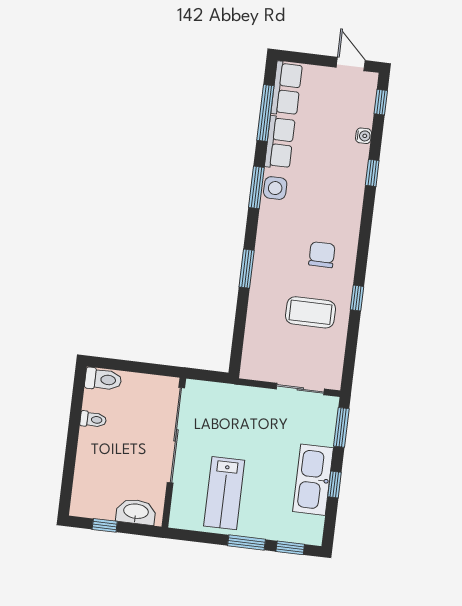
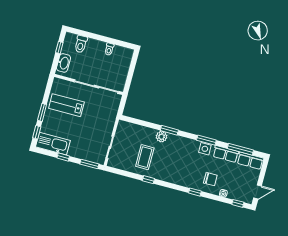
window: (372, 173) -> (195, 192), moved
chair: (322, 255) -> (210, 179), moved
plant: (262, 283) -> (161, 137), added
toilet: (103, 379) -> (81, 44), moved
kitchen sink: (313, 480) -> (53, 144), moved

